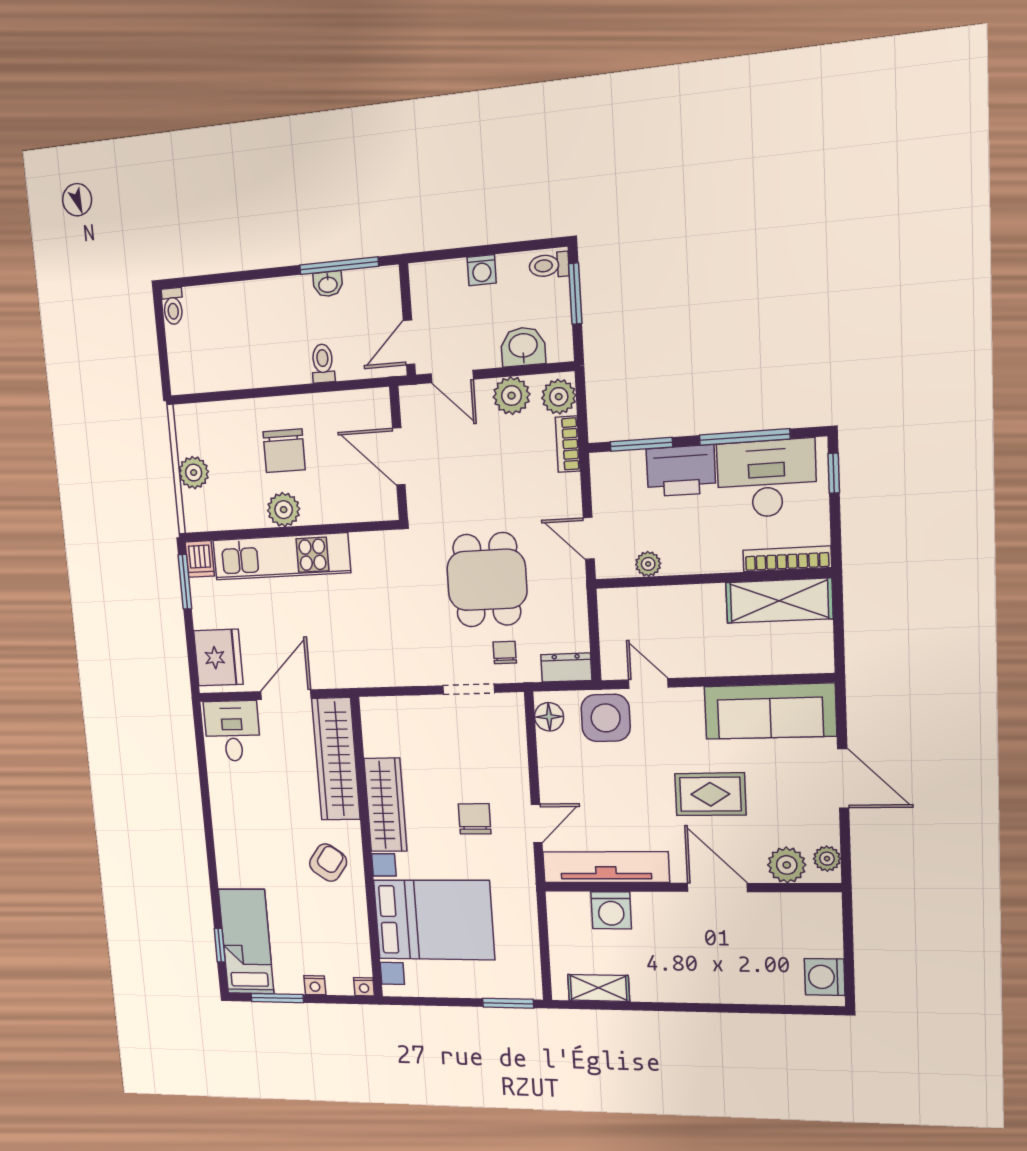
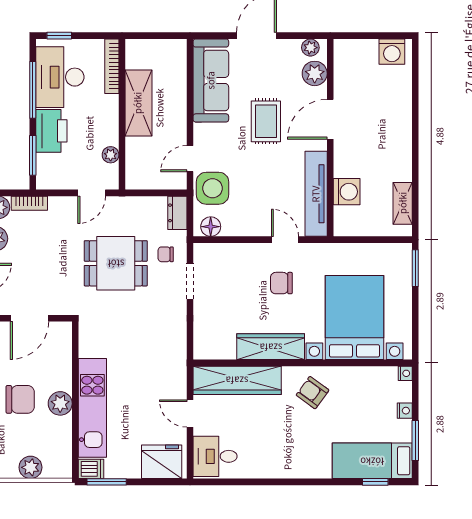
shelving: (779, 601) -> (138, 103), moved
door: (286, 695) -> (190, 413), width x0.73

